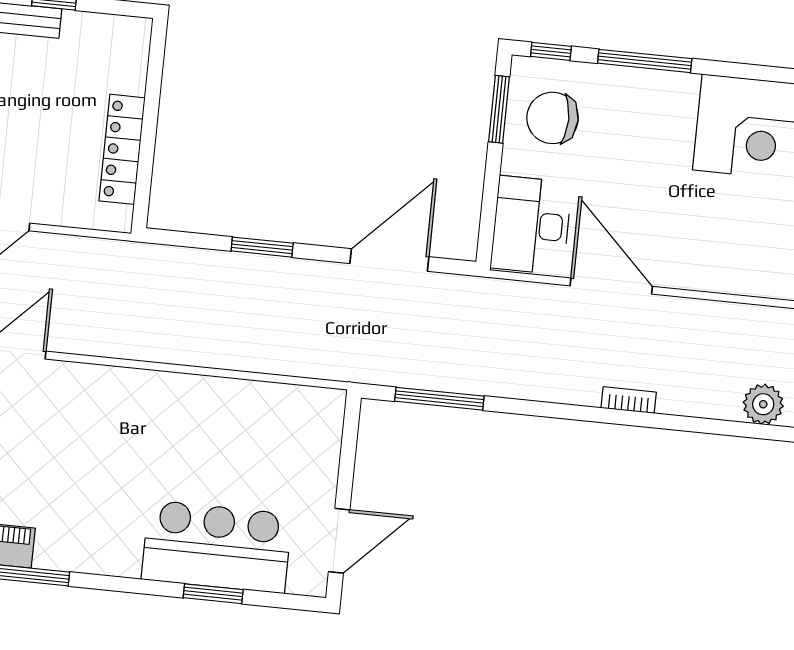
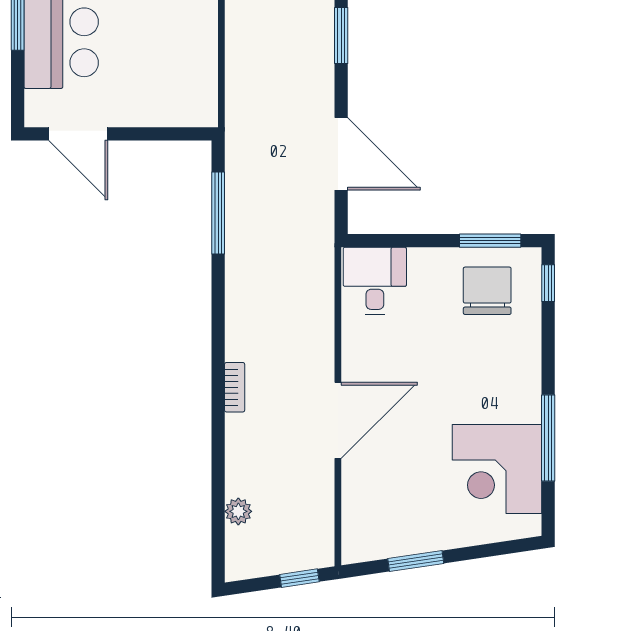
window: (645, 61) -> (548, 438), moved
desk: (531, 225) -> (375, 281), width x0.73
door: (611, 286) -> (338, 420), moved
plant: (763, 404) -> (238, 511), width x0.73, depth x0.73

